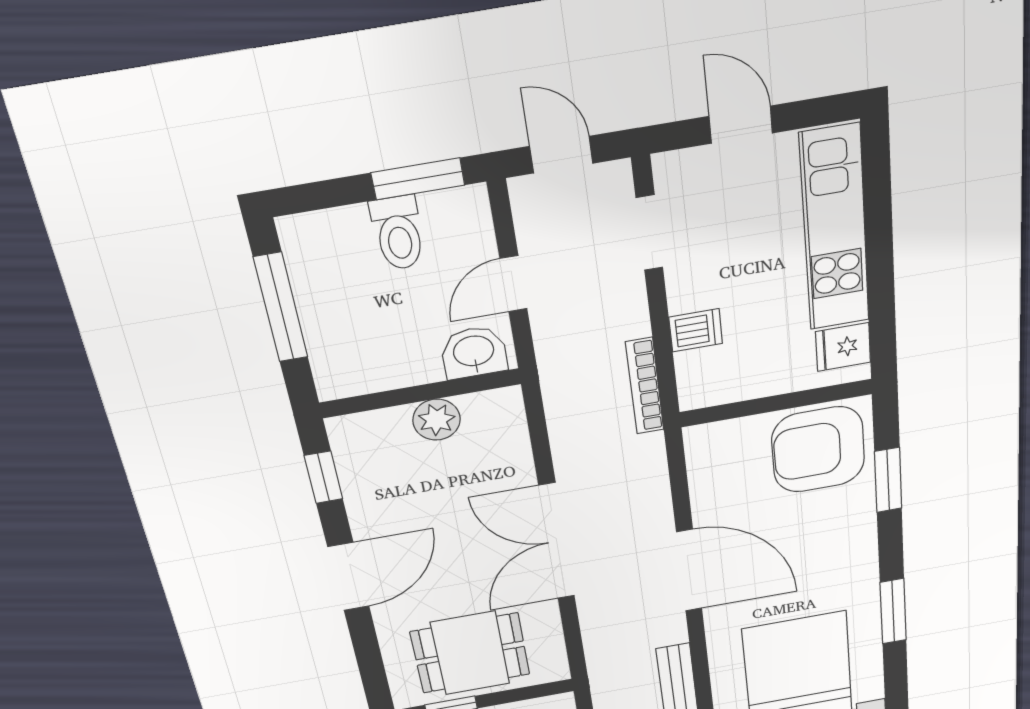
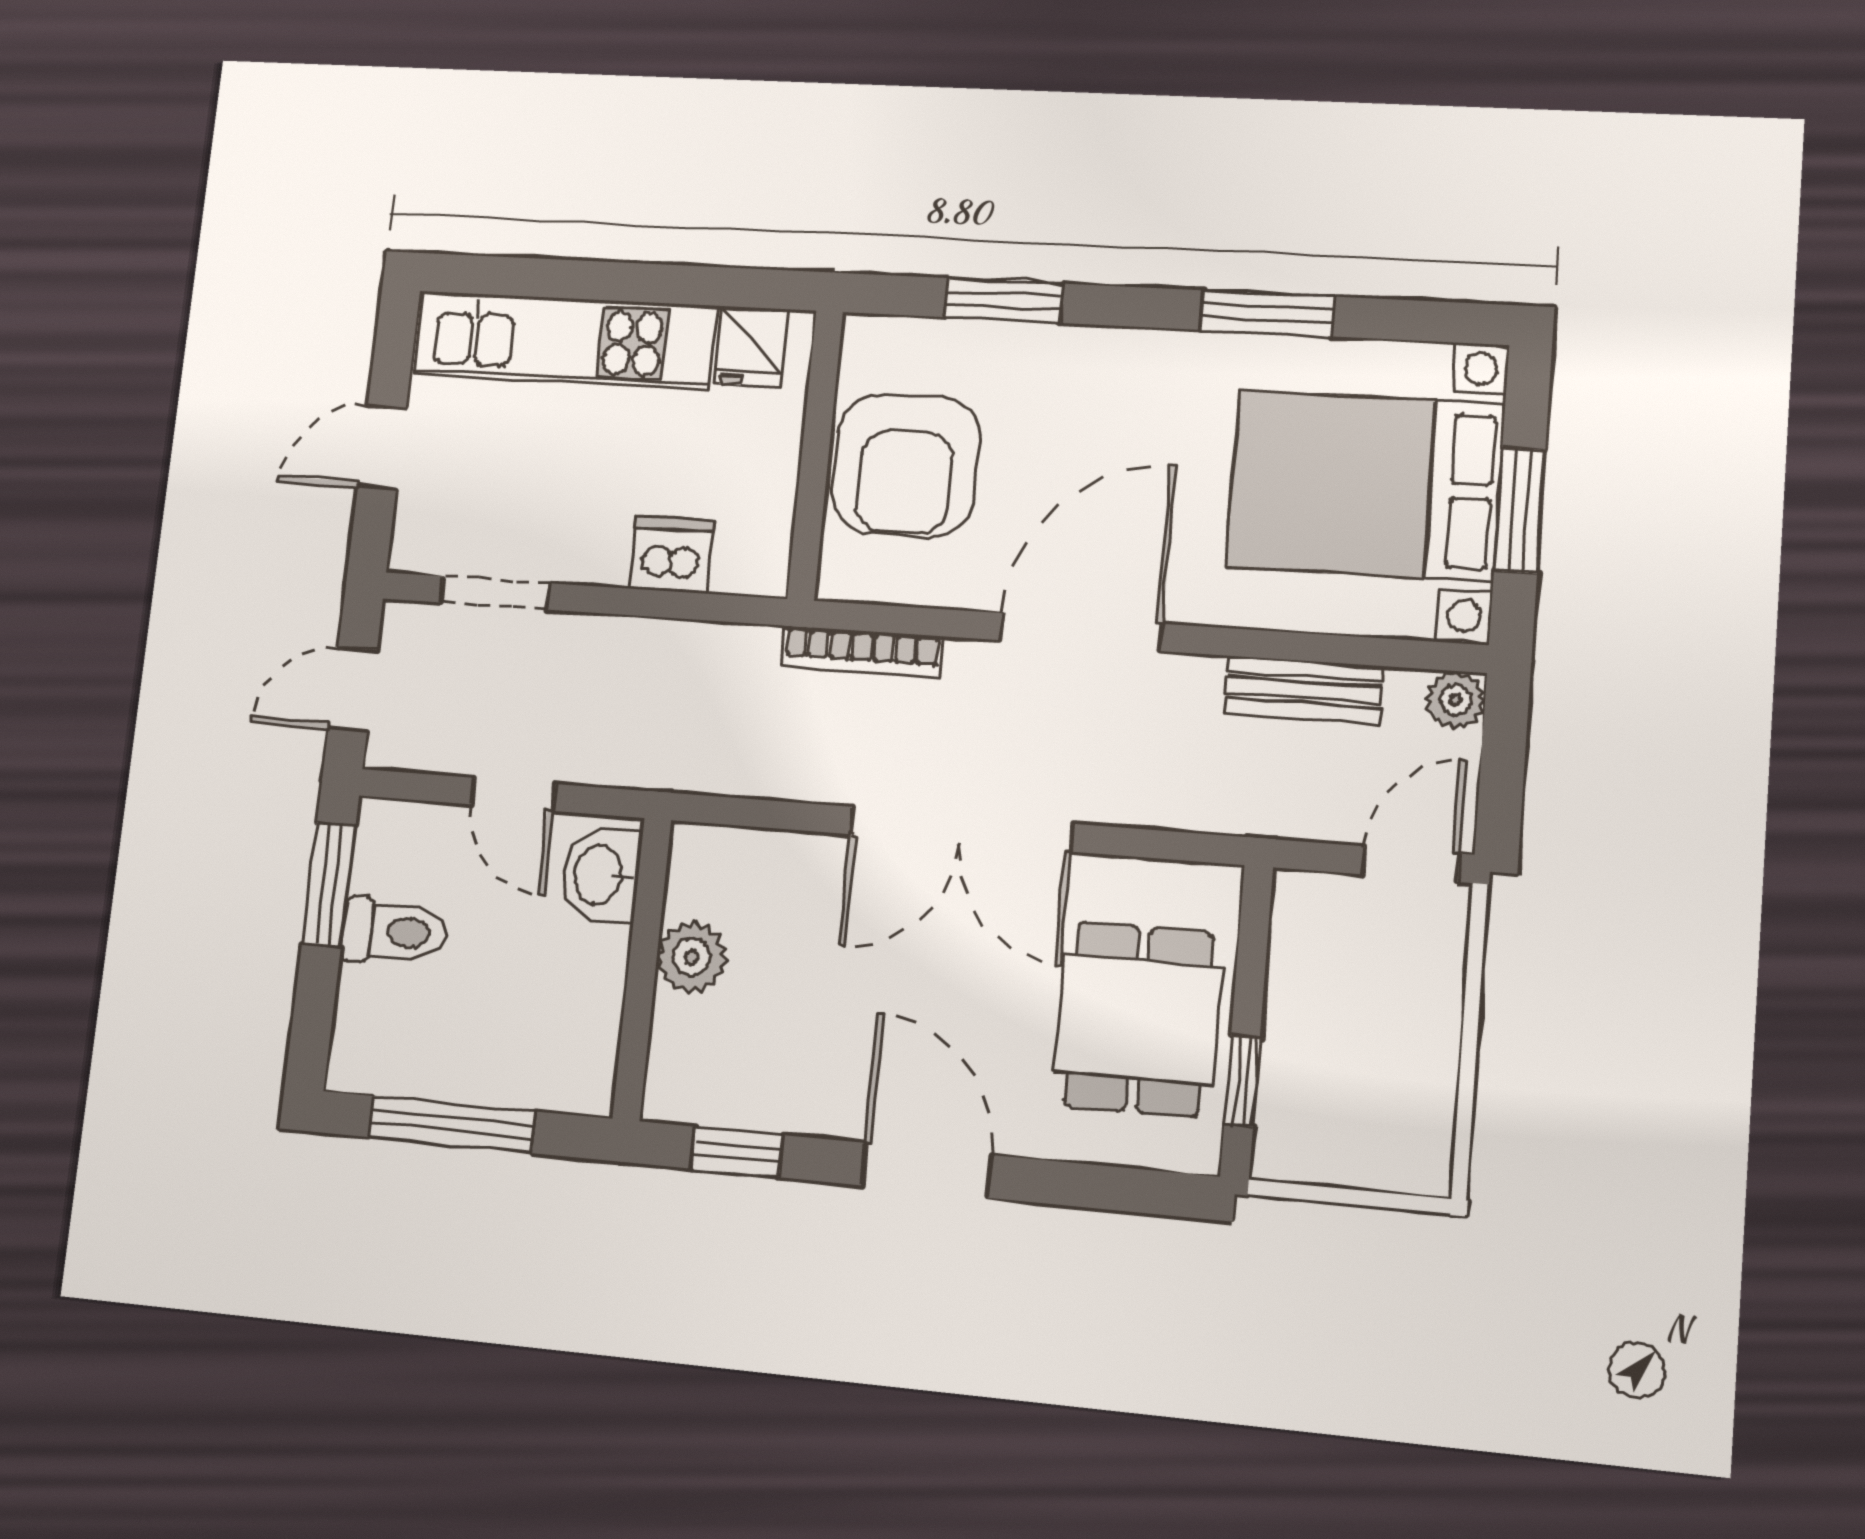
dishwasher: (696, 330) -> (672, 554), width x1.38
bookcase: (645, 386) -> (862, 651), moved
armchair: (818, 450) -> (906, 465), moved

